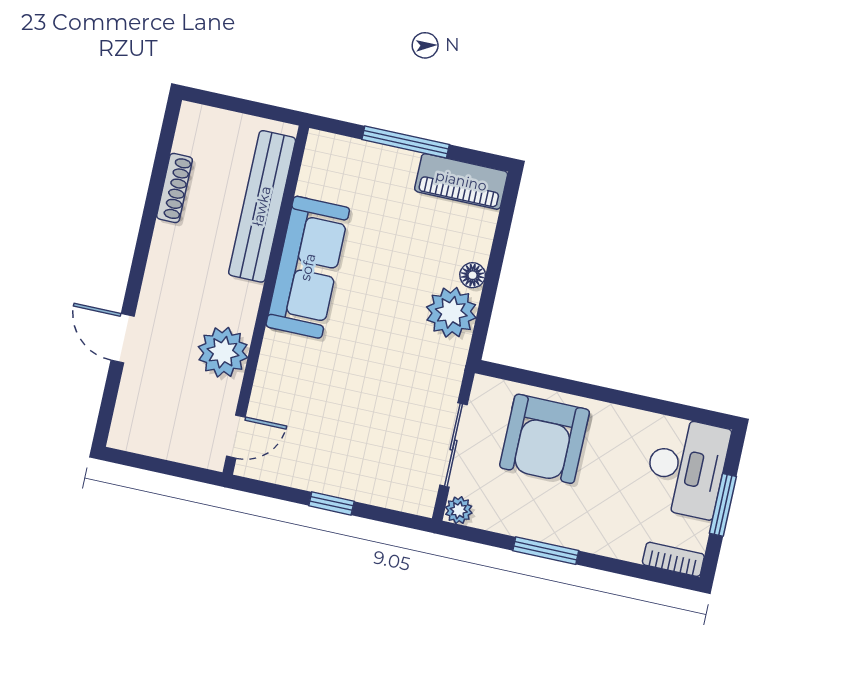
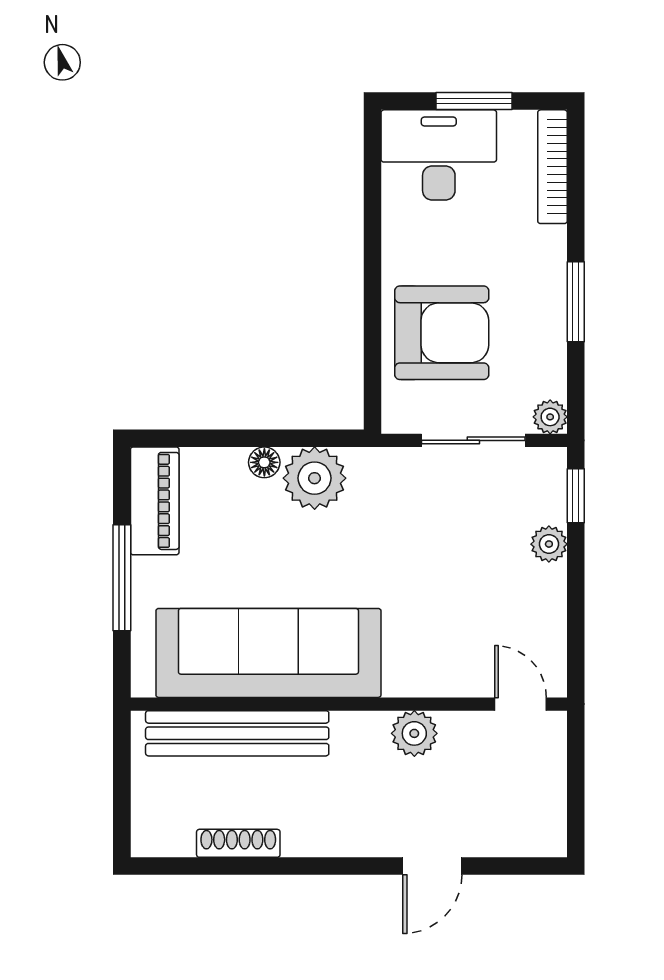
sofa: (308, 267) -> (268, 653), width x1.36, depth x1.27
plant: (223, 352) -> (414, 733), width x0.73, depth x0.73
plant: (358, 487) -> (549, 544), added
window: (331, 504) -> (576, 496), moved
bookcase: (673, 559) -> (552, 167), width x1.56

